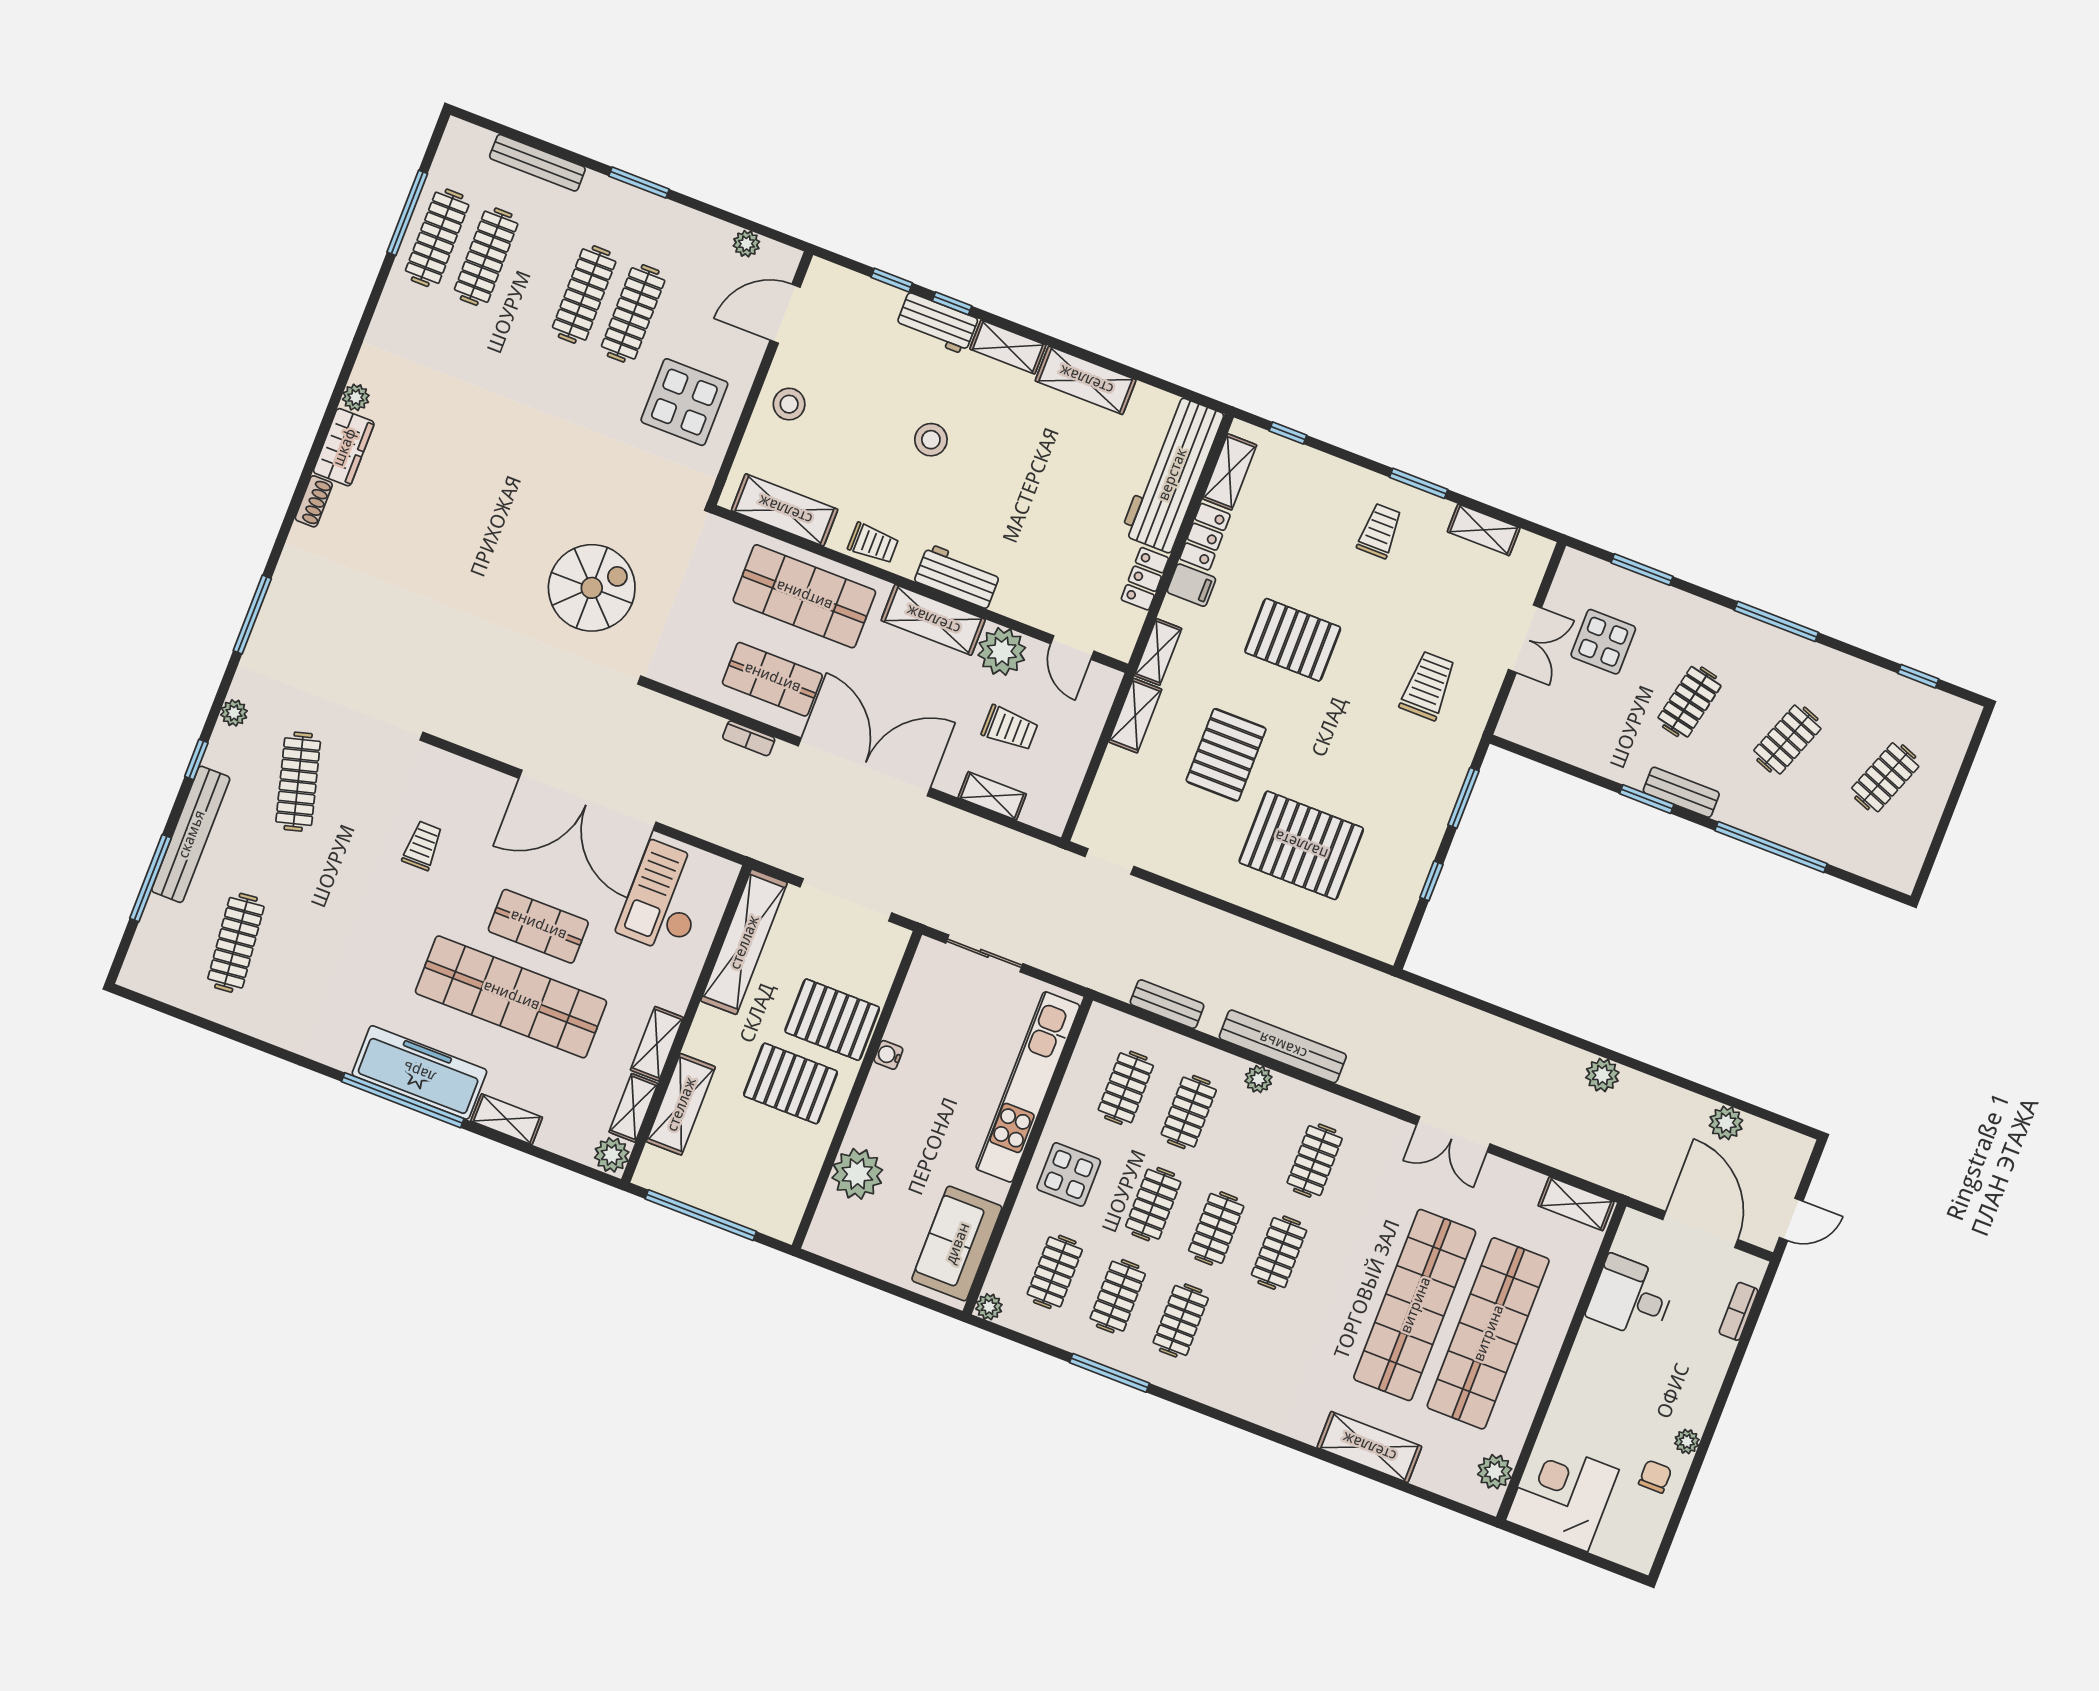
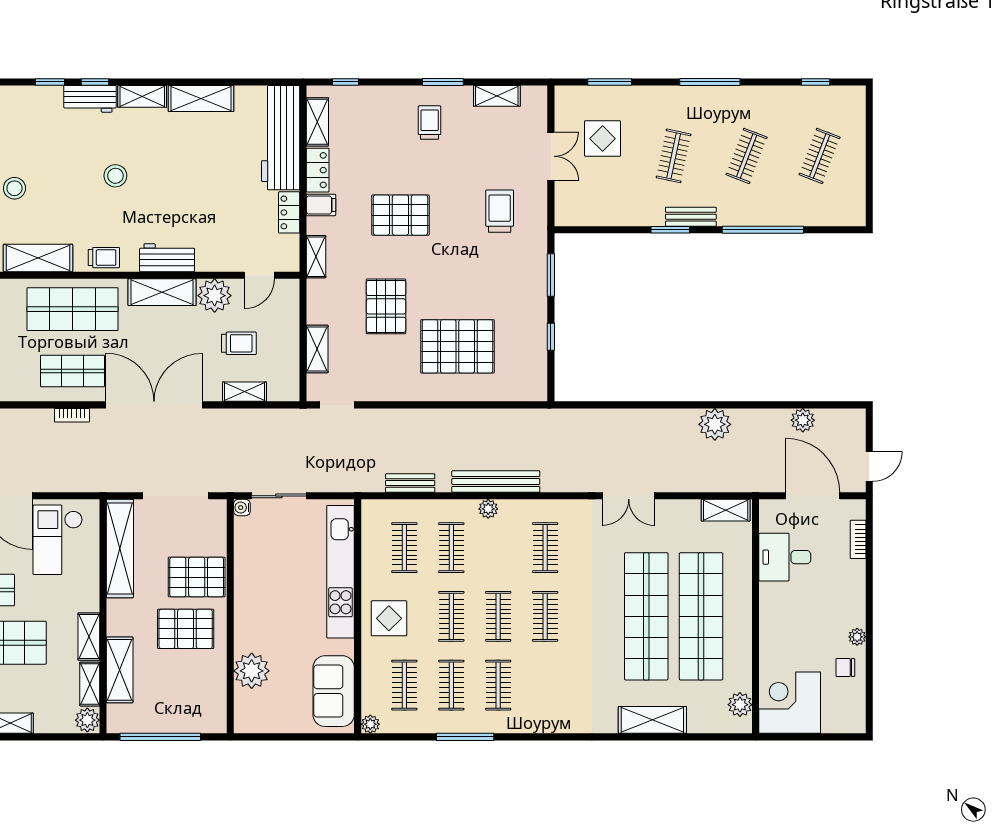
door: (1072, 647) -> (259, 275), hinge flipped
shelving: (1135, 716) -> (317, 349), moved
water cooler: (888, 1055) -> (242, 508), moved
plant: (1602, 1075) -> (715, 424), width x1.36, depth x1.36
chair: (1655, 1477) -> (845, 668), turned -90

